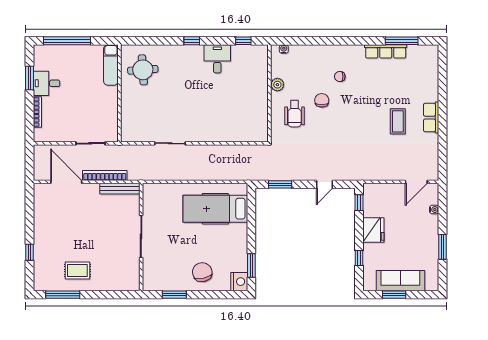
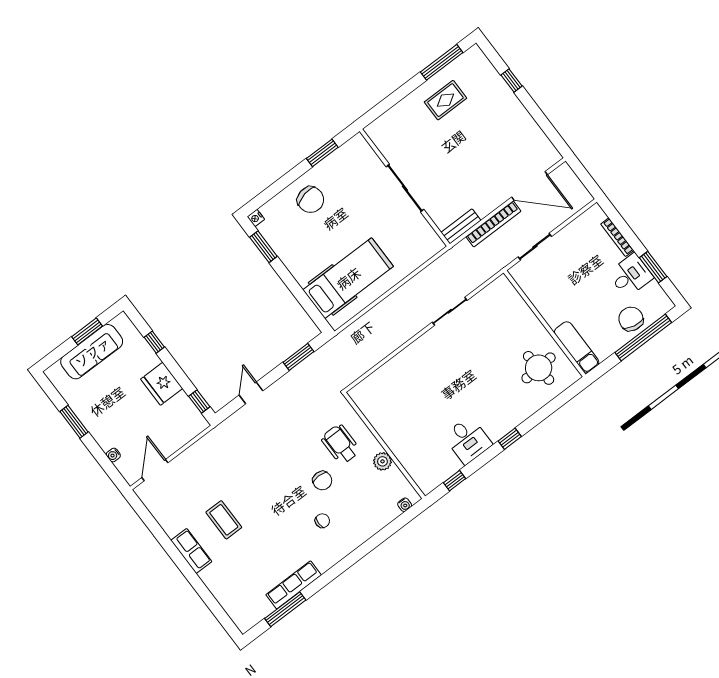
chair: (66, 57) -> (631, 319), added
bench: (120, 189) -> (461, 226), width x0.73
nightstand: (239, 282) -> (256, 218), width x0.53, depth x0.56

